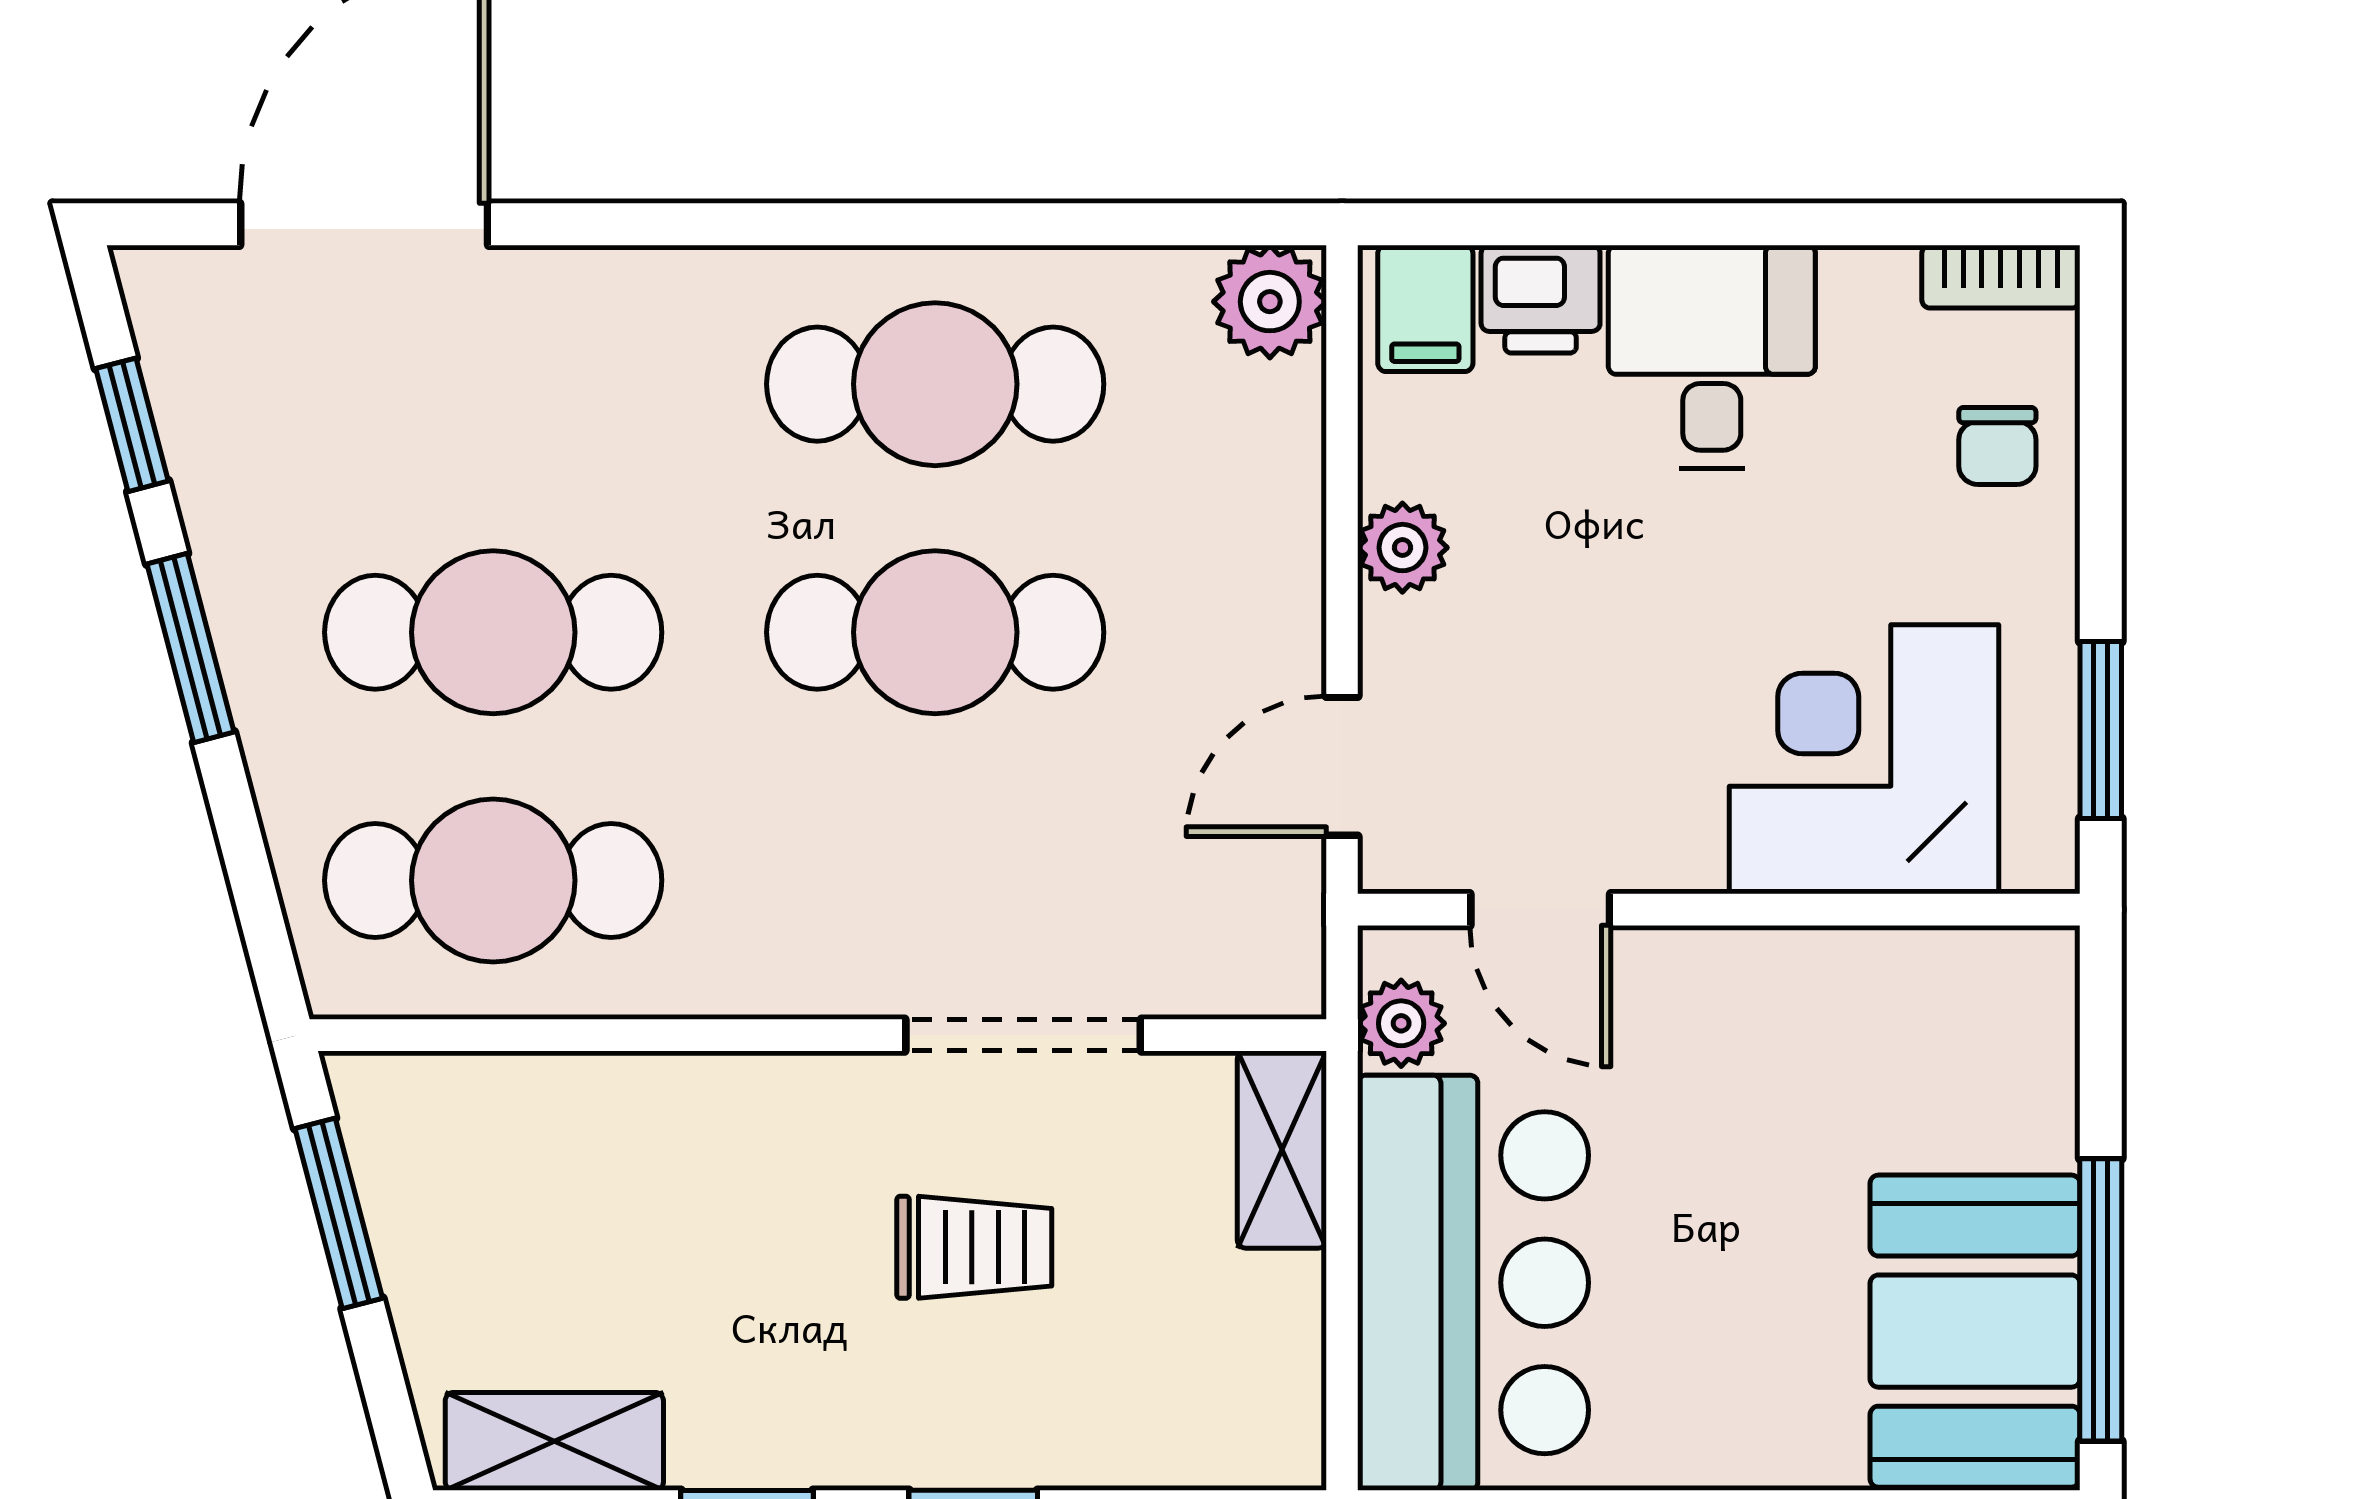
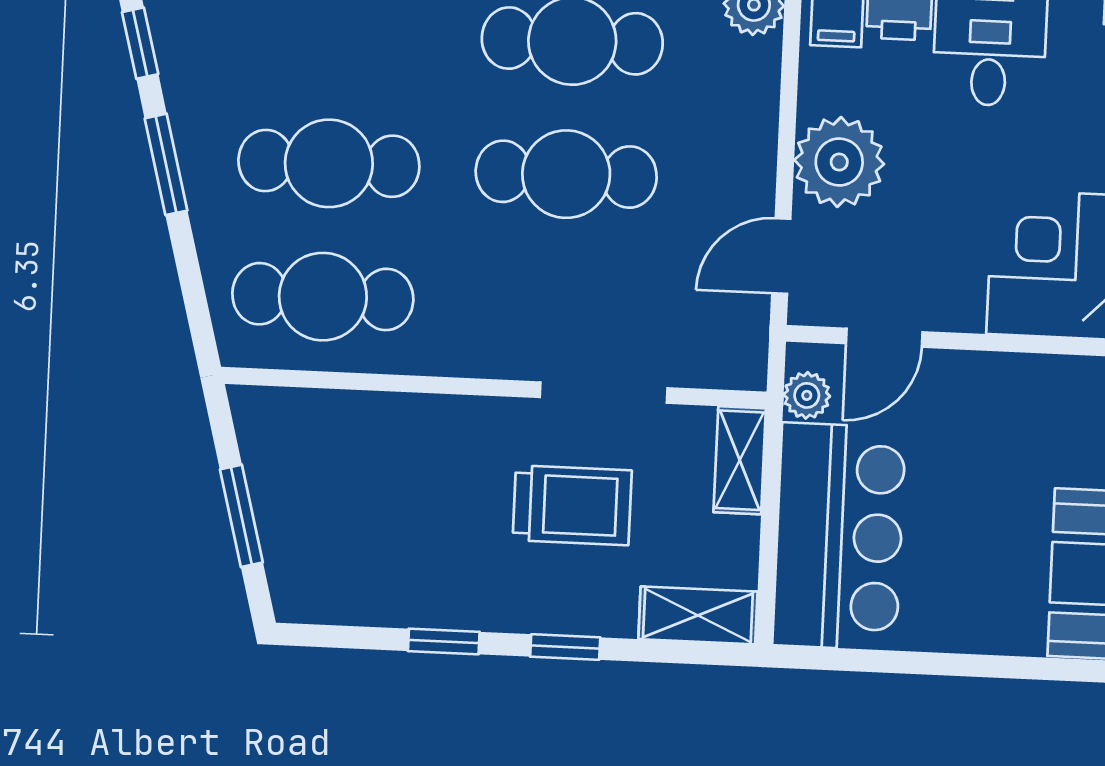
plant: (1402, 548) -> (839, 162), width x1.87, depth x1.87
door: (1540, 910) -> (884, 338), hinge flipped
window: (339, 1213) -> (241, 516), moved
trolley: (974, 1247) -> (572, 505), width x1.36, depth x1.39
shelving: (554, 1441) -> (698, 615), moved

